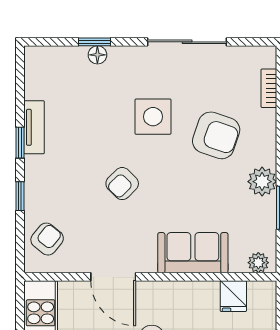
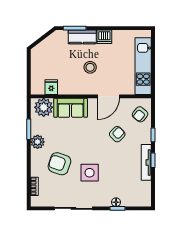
tv unit: (34, 127) -> (146, 162), width x1.41
armchair: (122, 184) -> (117, 134), moved
plant: (258, 263) -> (44, 107), width x1.88, depth x1.88
door: (113, 277) -> (109, 96), swing flipped

